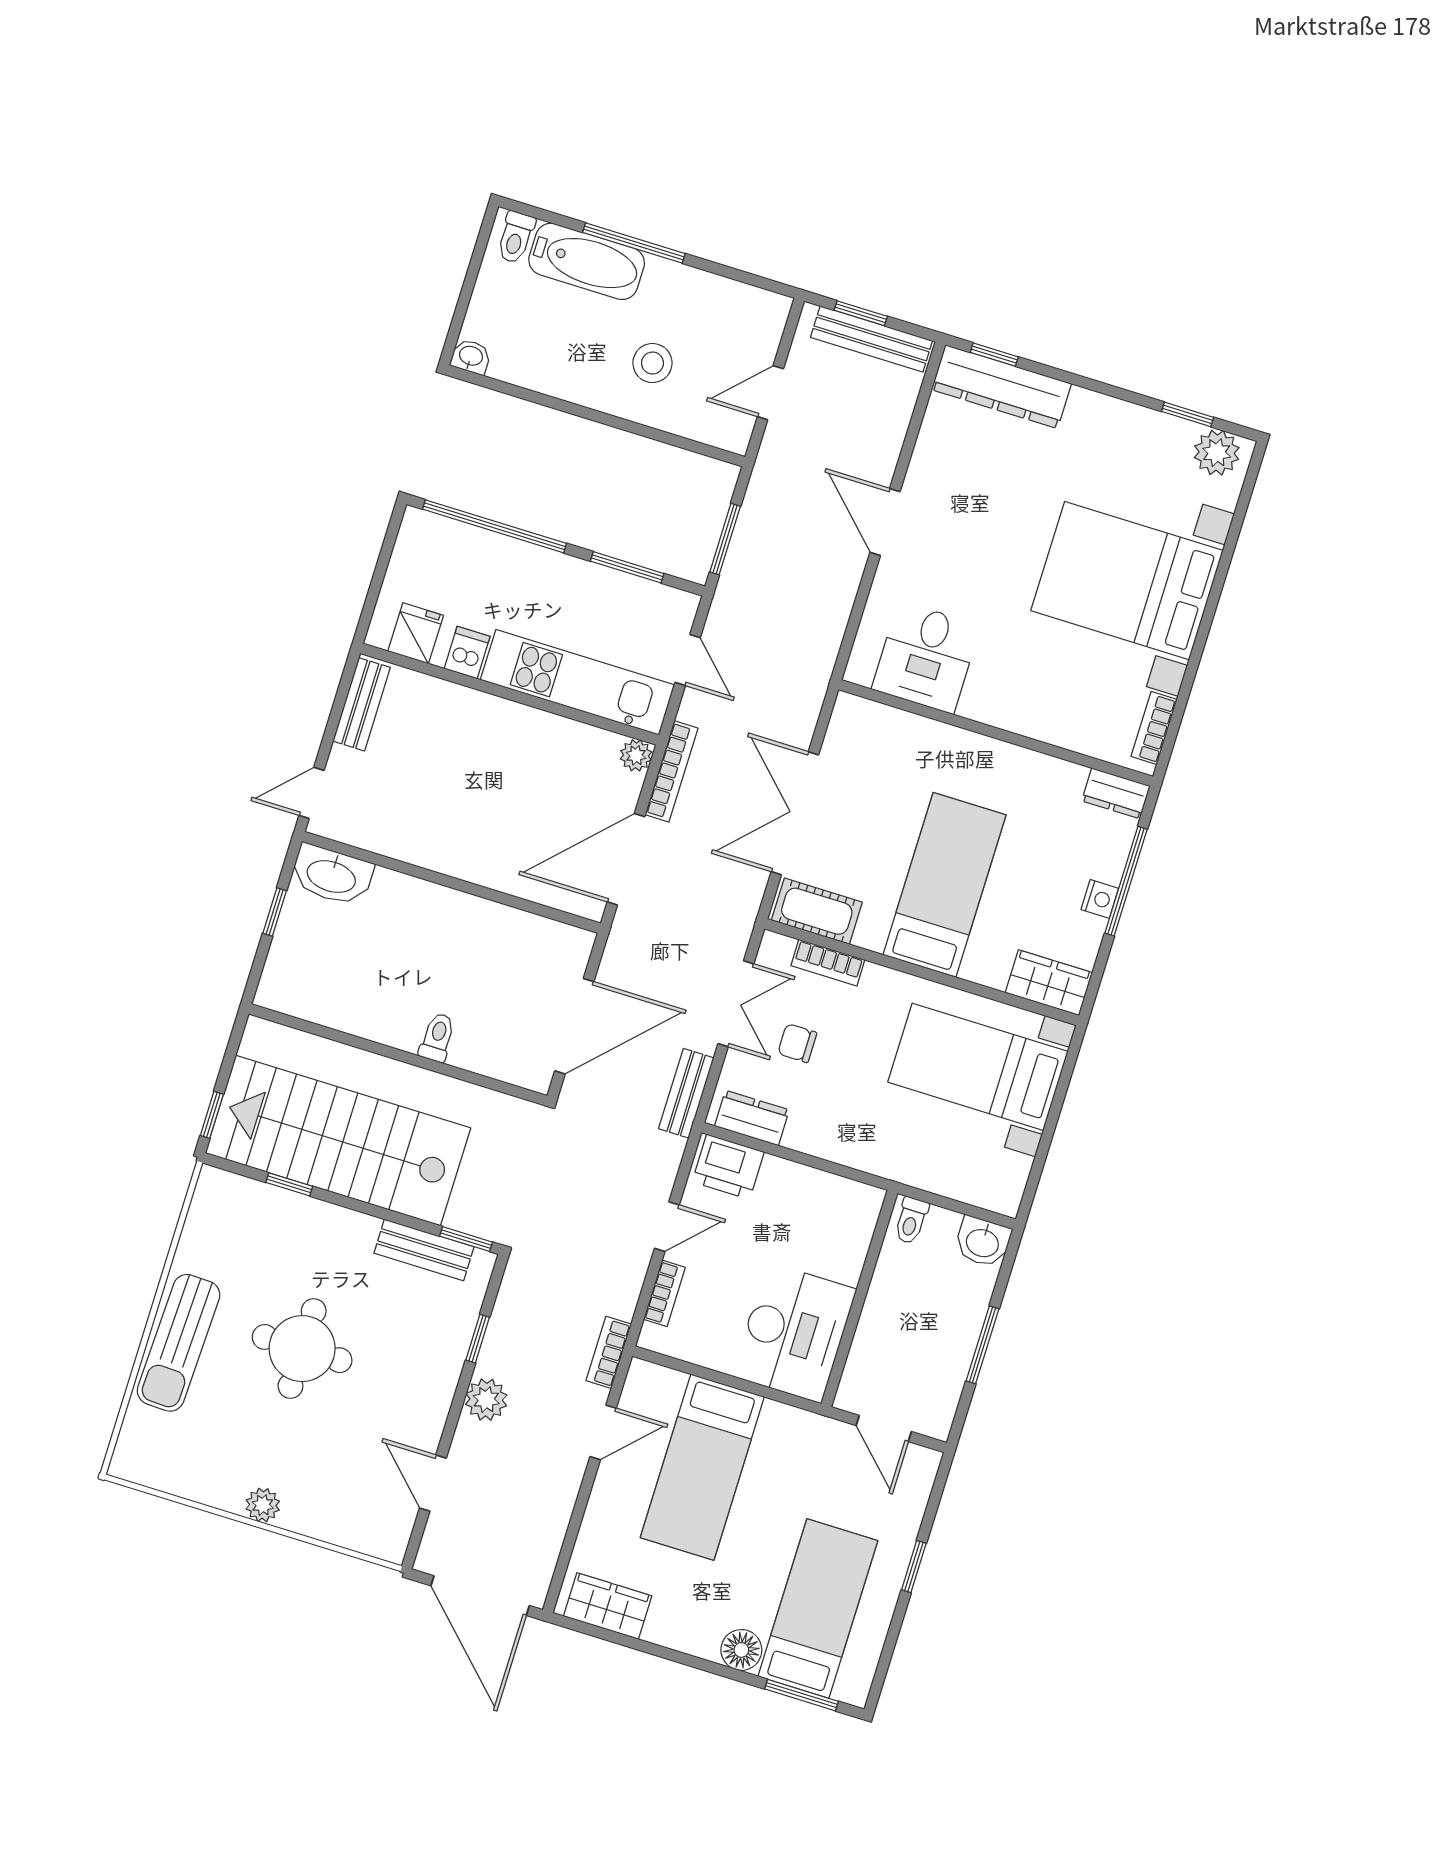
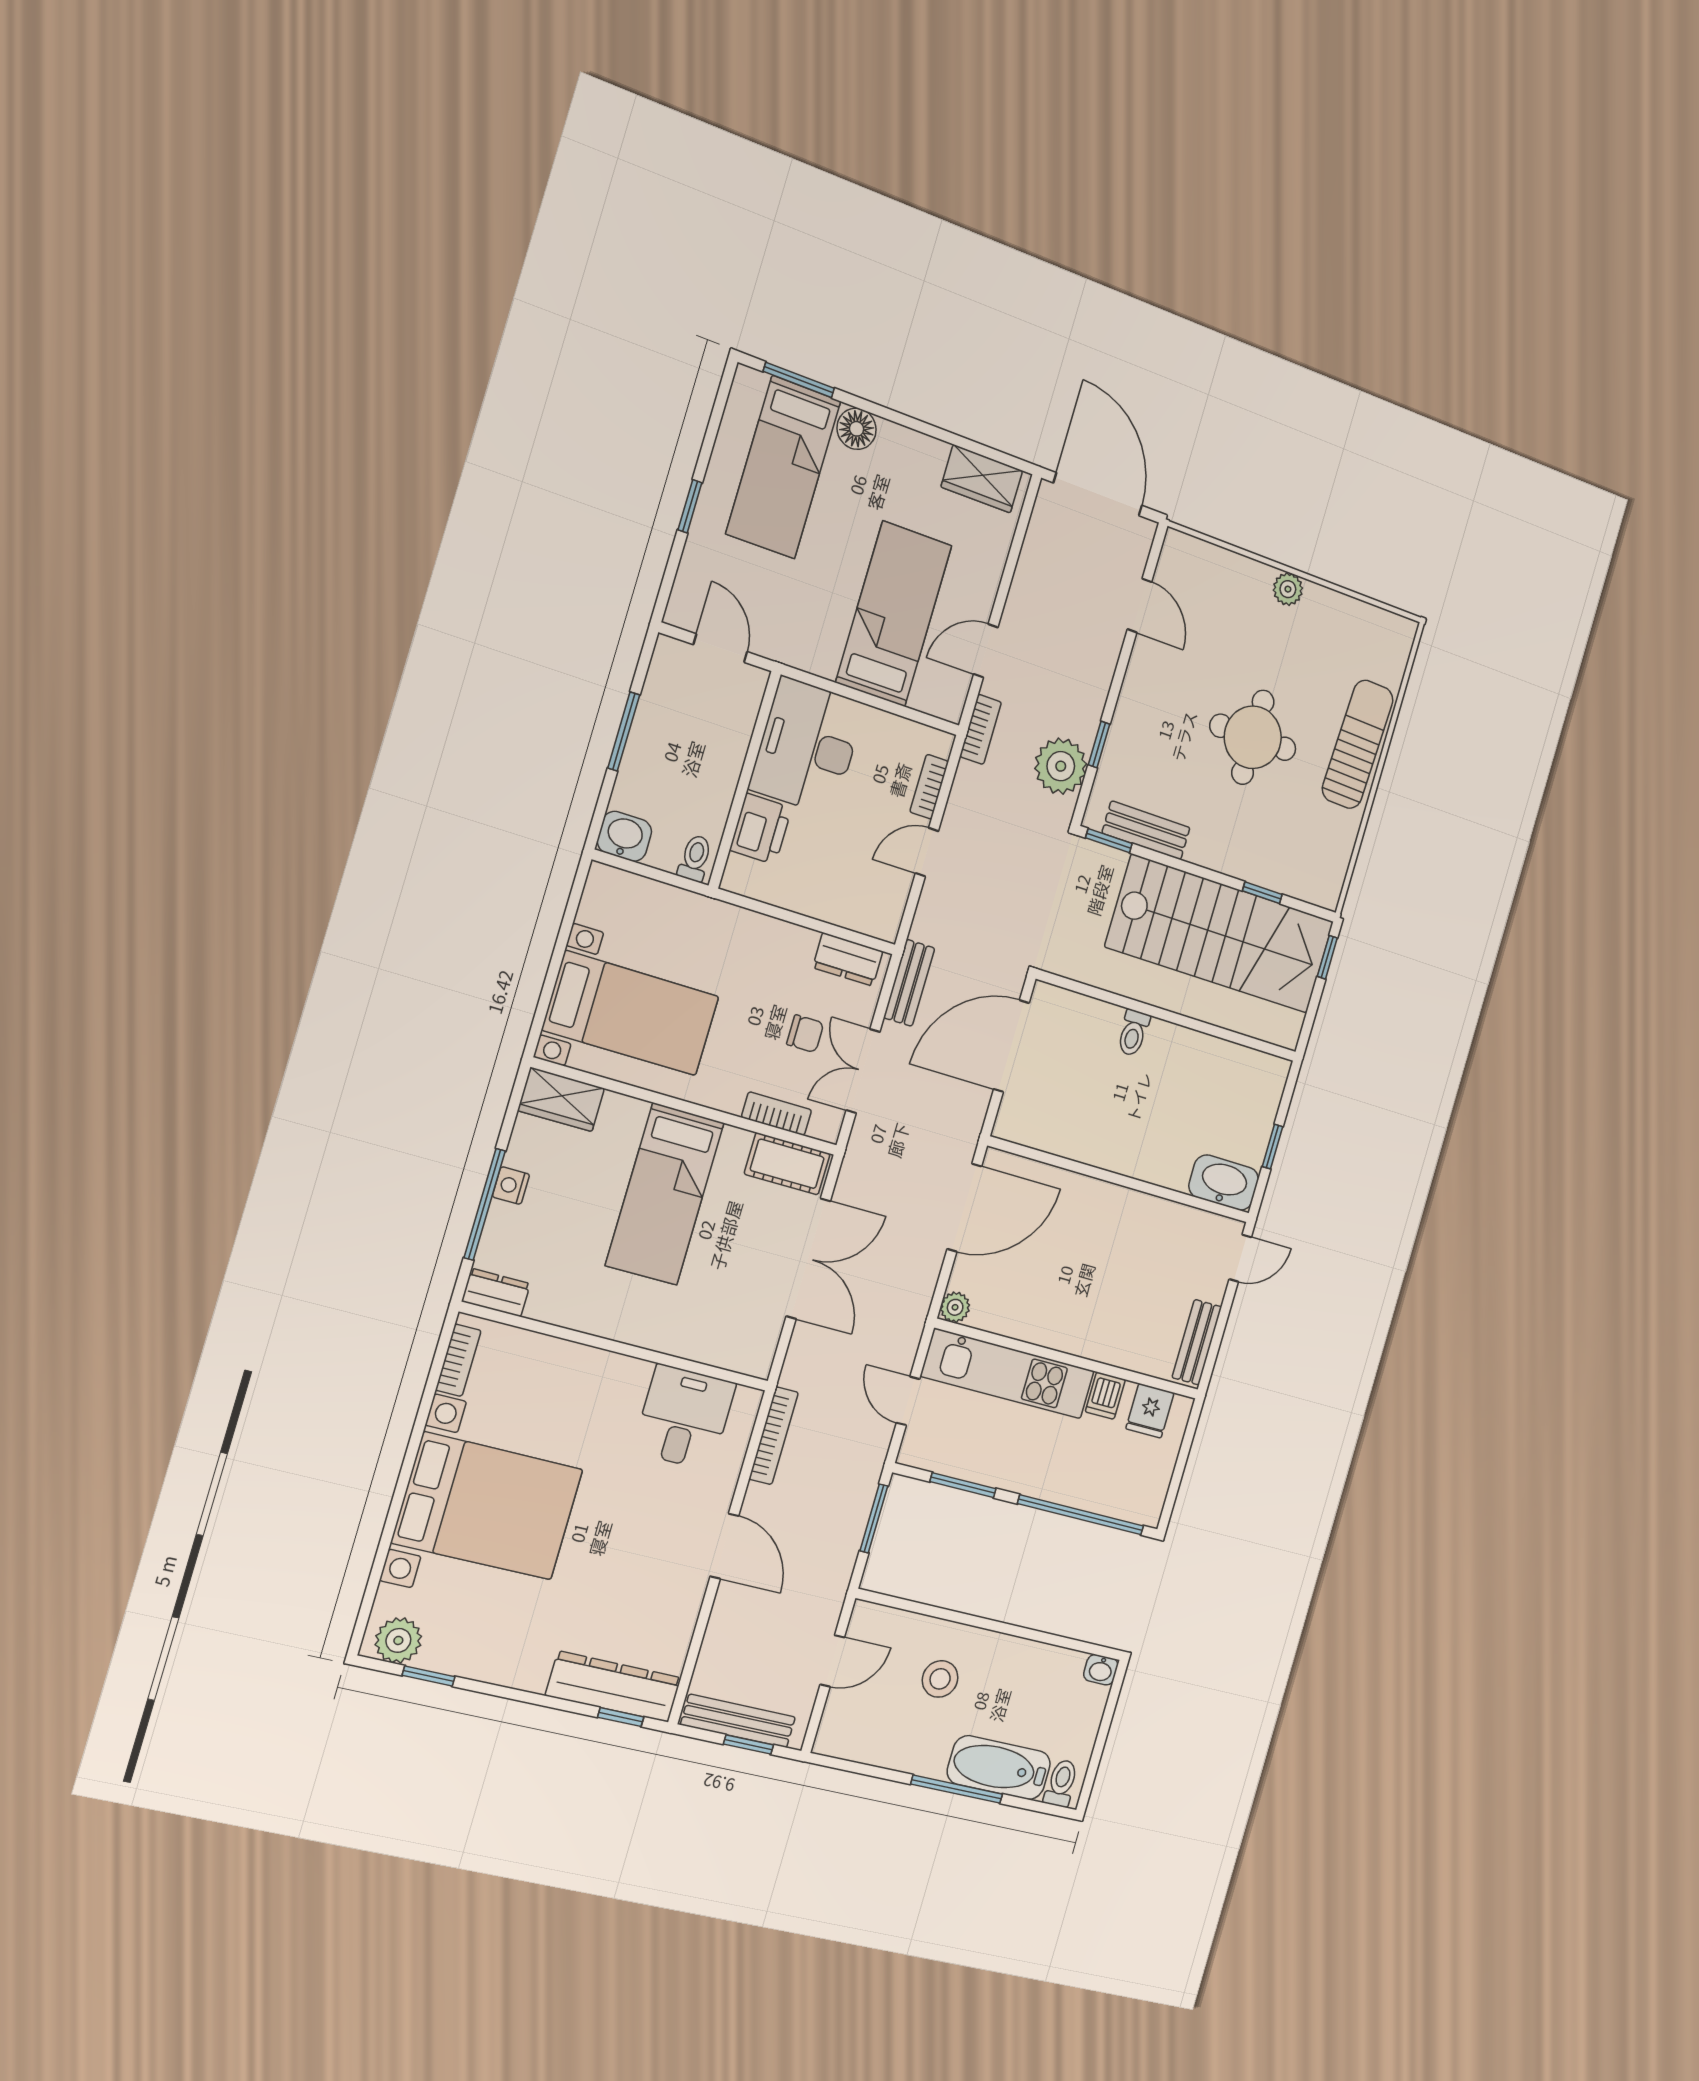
bookcase: (672, 771) -> (774, 1436), moved, turned 180
printer: (728, 1167) -> (761, 829), moved, turned 90
plant: (486, 1400) -> (1061, 766), moved, width x1.36, depth x1.36

